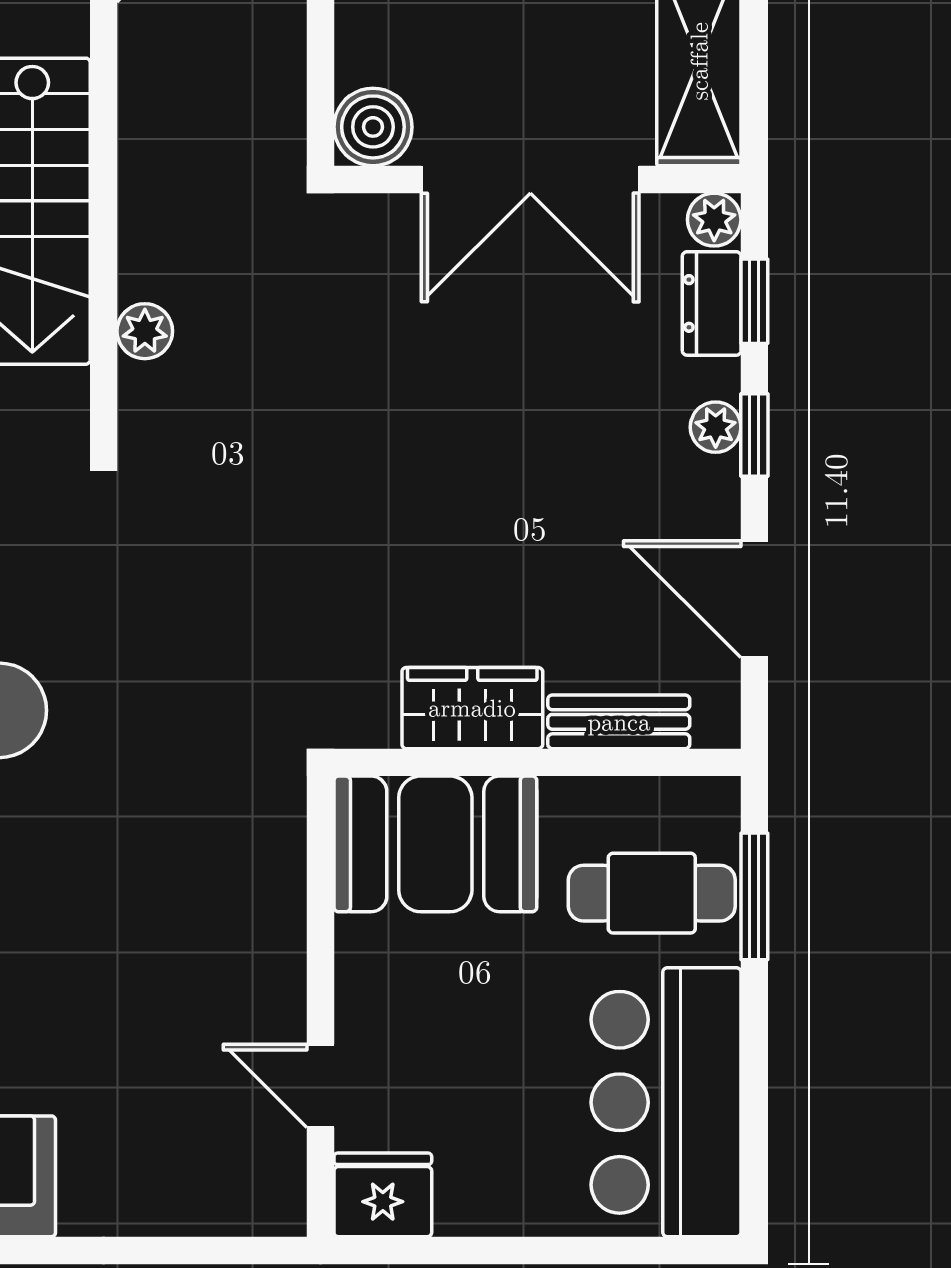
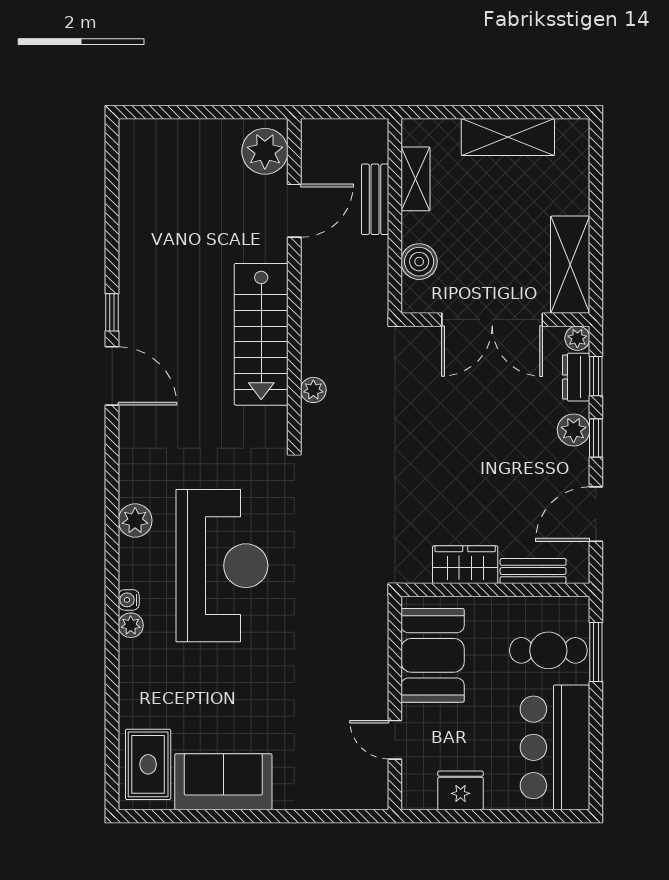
boiler: (373, 127) -> (419, 262), moved
plant: (716, 427) -> (574, 430), width x1.38, depth x1.38
door: (754, 599) -> (596, 514), hinge flipped
booth: (435, 844) -> (433, 655), moved, turned 90
fridge: (383, 1195) -> (461, 790), moved

